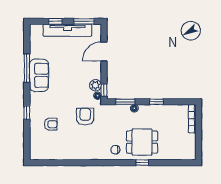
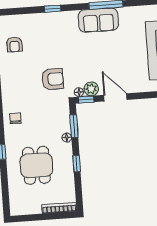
door: (104, 52) -> (115, 97), moved
armchair: (51, 124) -> (15, 44), moved
dining table: (142, 142) -> (36, 165), moved

